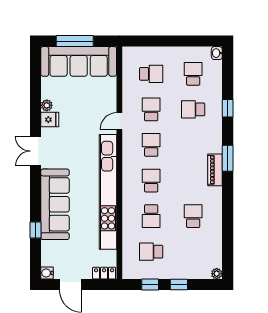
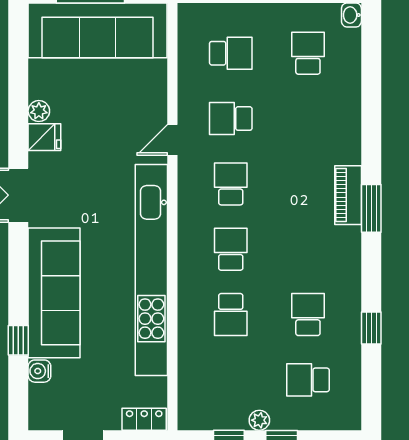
window: (228, 108) -> (371, 328), moved
school desk: (151, 109) -> (231, 119), turned -90
school desk: (193, 109) -> (308, 119), removed
piano: (215, 170) -> (348, 195), moved
school desk: (151, 252) -> (308, 380), moved
water cooler: (47, 273) -> (39, 371), moved
plant: (217, 274) -> (259, 420), moved

